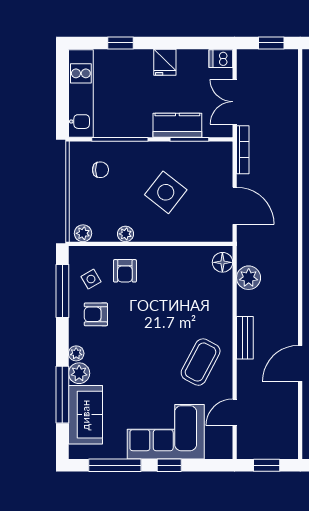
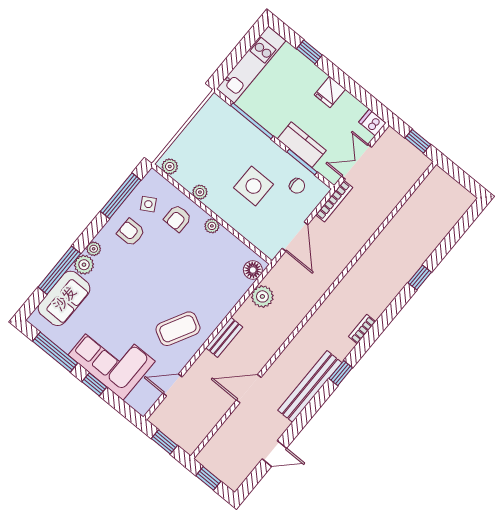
chair: (100, 170) -> (297, 186), moved
side table: (166, 192) -> (254, 186), turned -38
plant: (158, 254) -> (212, 226), added

